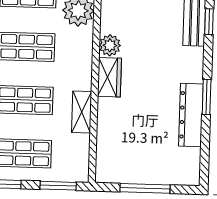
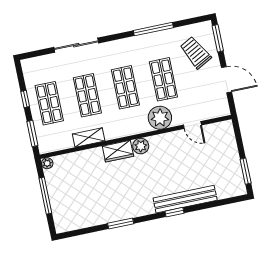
dresser: (191, 115) -> (105, 215), removed
plant: (103, 175) -> (47, 163), added

